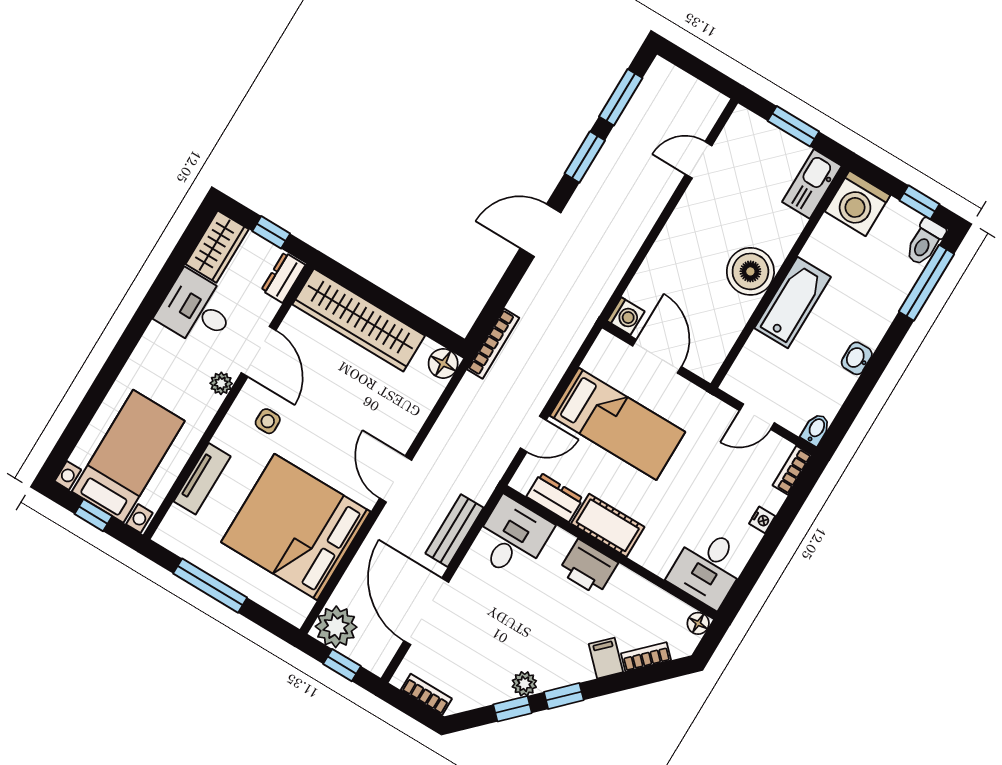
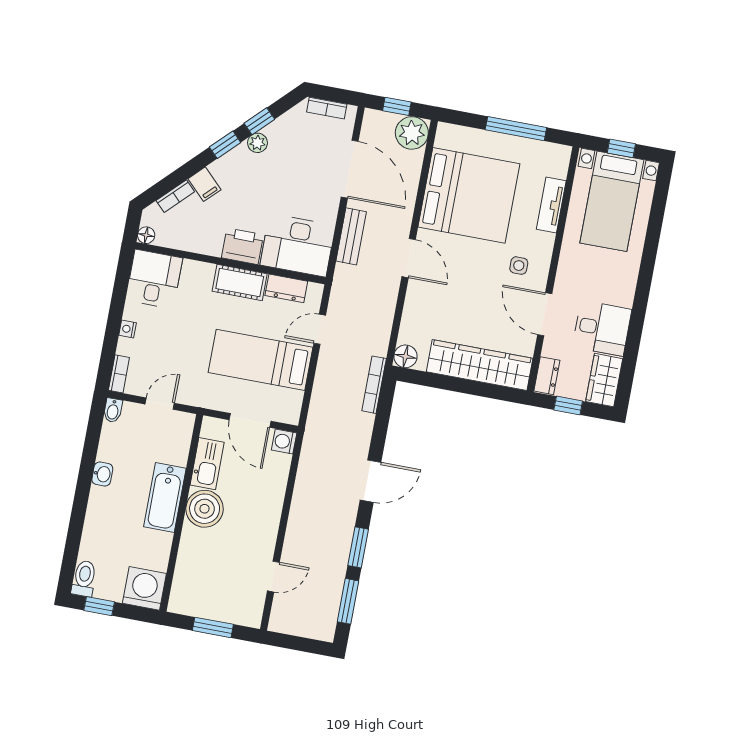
kitchen sink: (812, 184) -> (207, 464), moved
window: (927, 283) -> (72, 549), removed
plant: (221, 383) -> (563, 281), removed
desk: (512, 538) -> (298, 245), width x1.37

